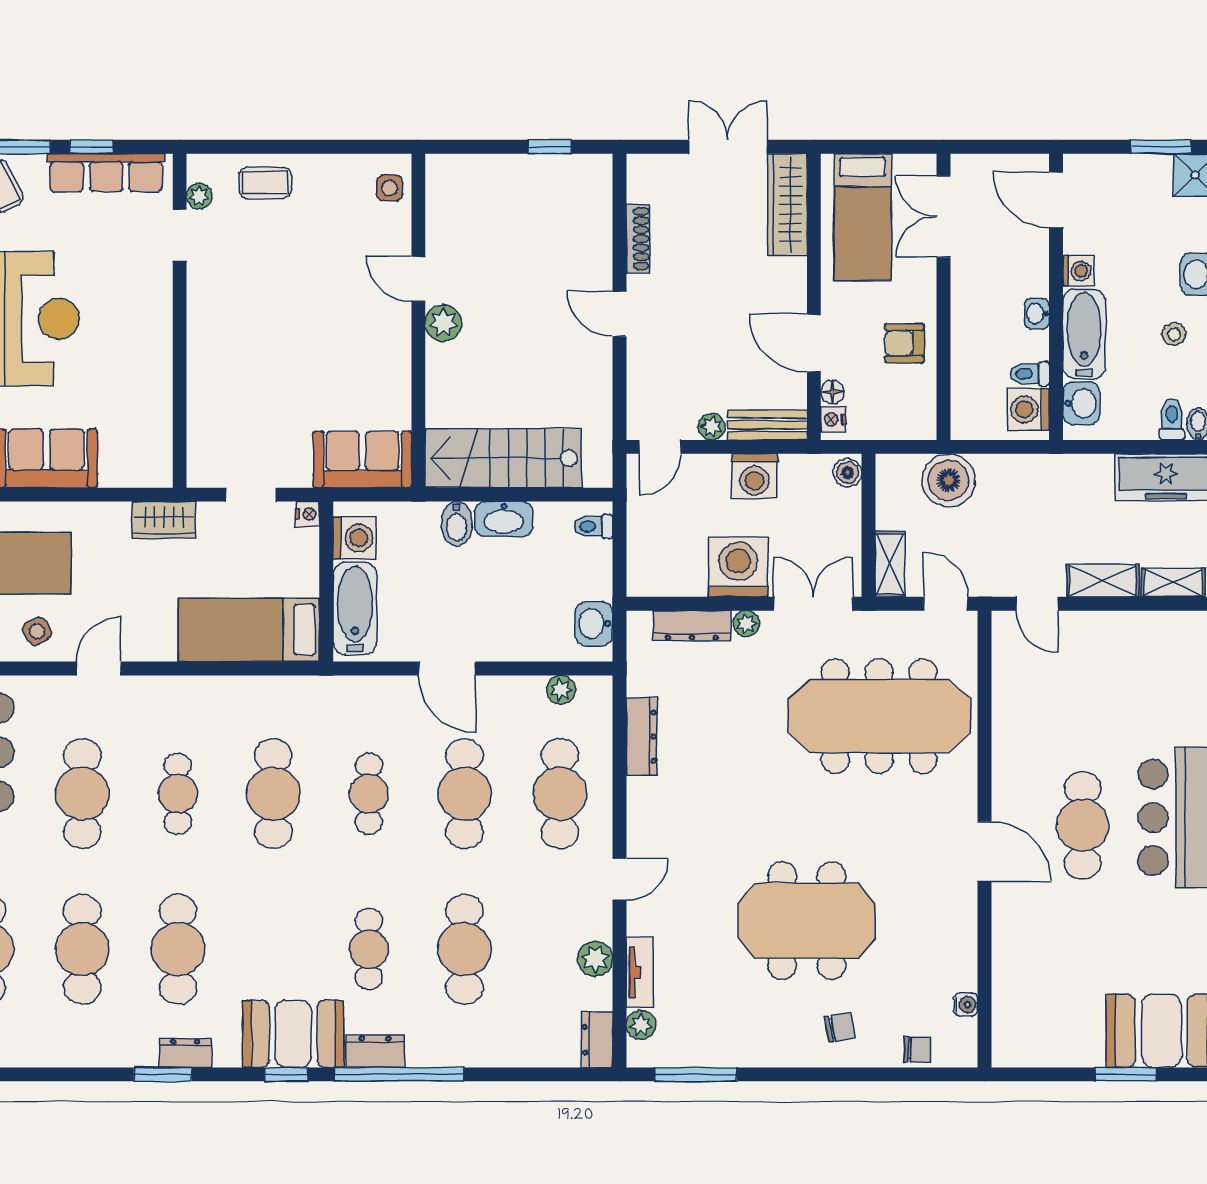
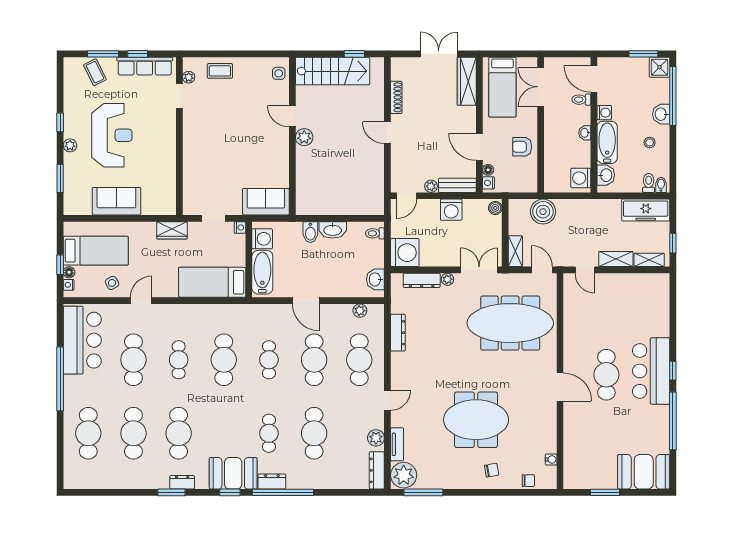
toilet: (1030, 374) -> (581, 100), moved
stairs: (503, 458) -> (333, 71), moved, turned 180
washing machine: (738, 567) -> (405, 253), moved, turned 90
plant: (641, 1025) -> (404, 475), width x1.88, depth x1.88
dresser: (597, 1040) -> (377, 470), width x1.44
window: (1126, 1074) -> (605, 492), moved

